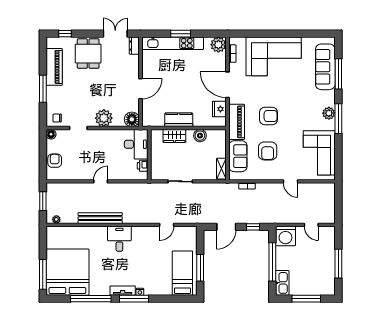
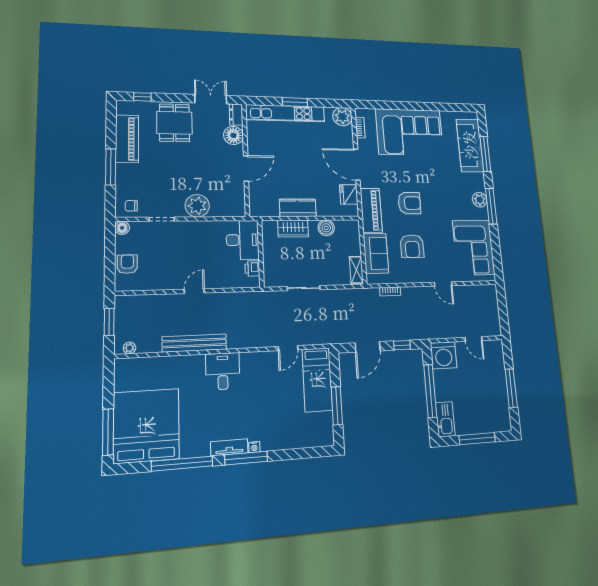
floor lamp: (132, 119) -> (233, 135), moved
bed: (182, 273) -> (317, 380), moved, turned 180

